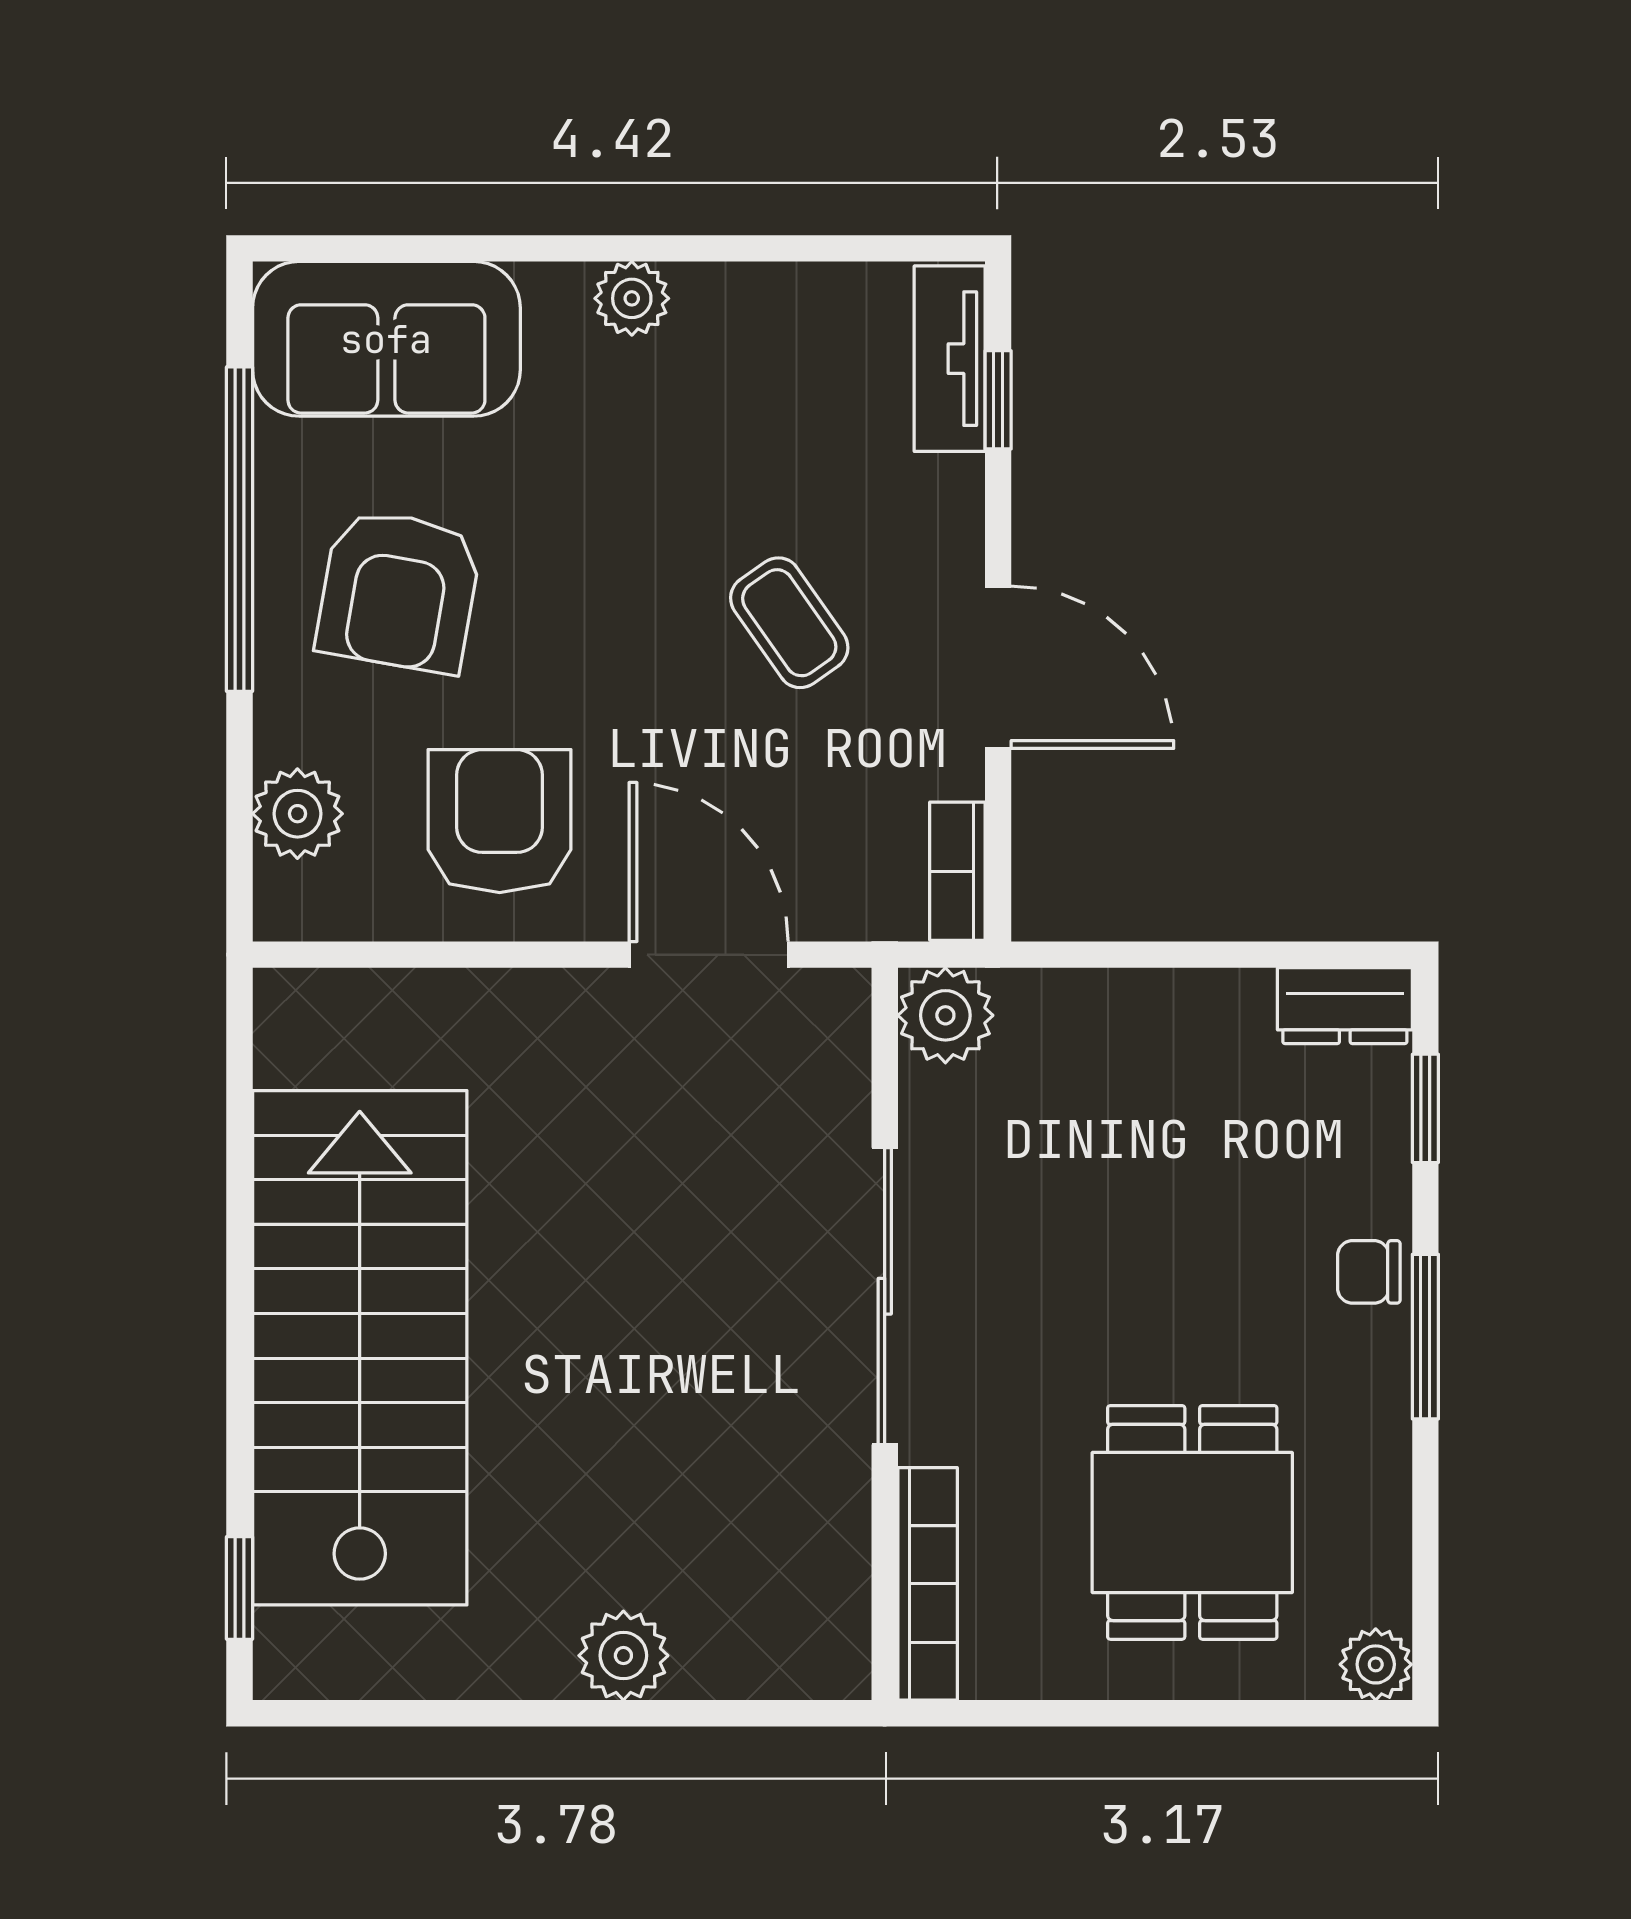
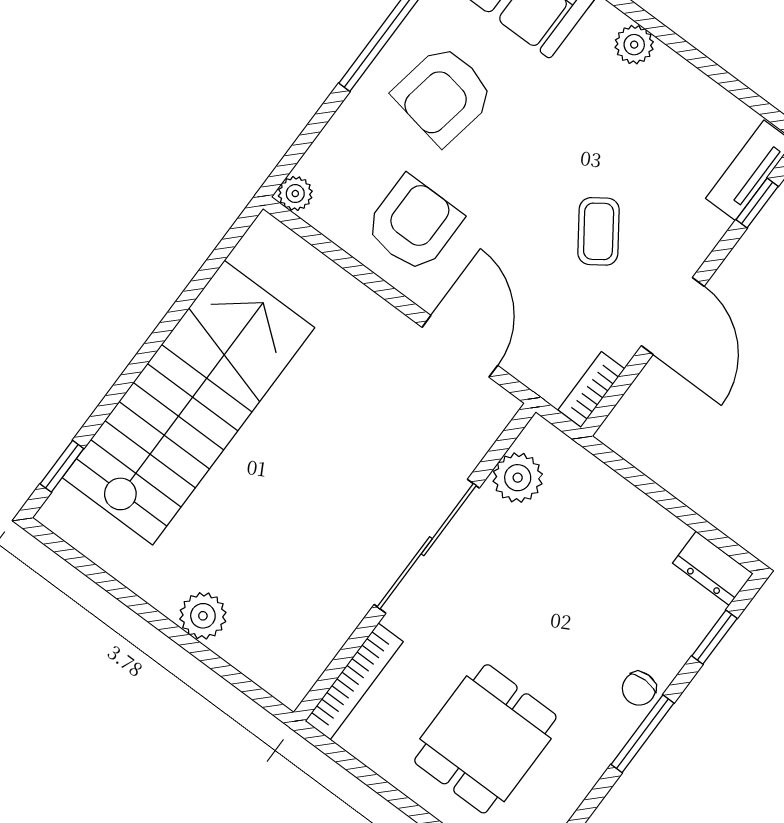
plant: (297, 814) -> (295, 194), moved, width x0.73, depth x0.73
plant: (945, 1015) -> (518, 478), moved
chair: (1369, 1272) -> (639, 689), turned -90

